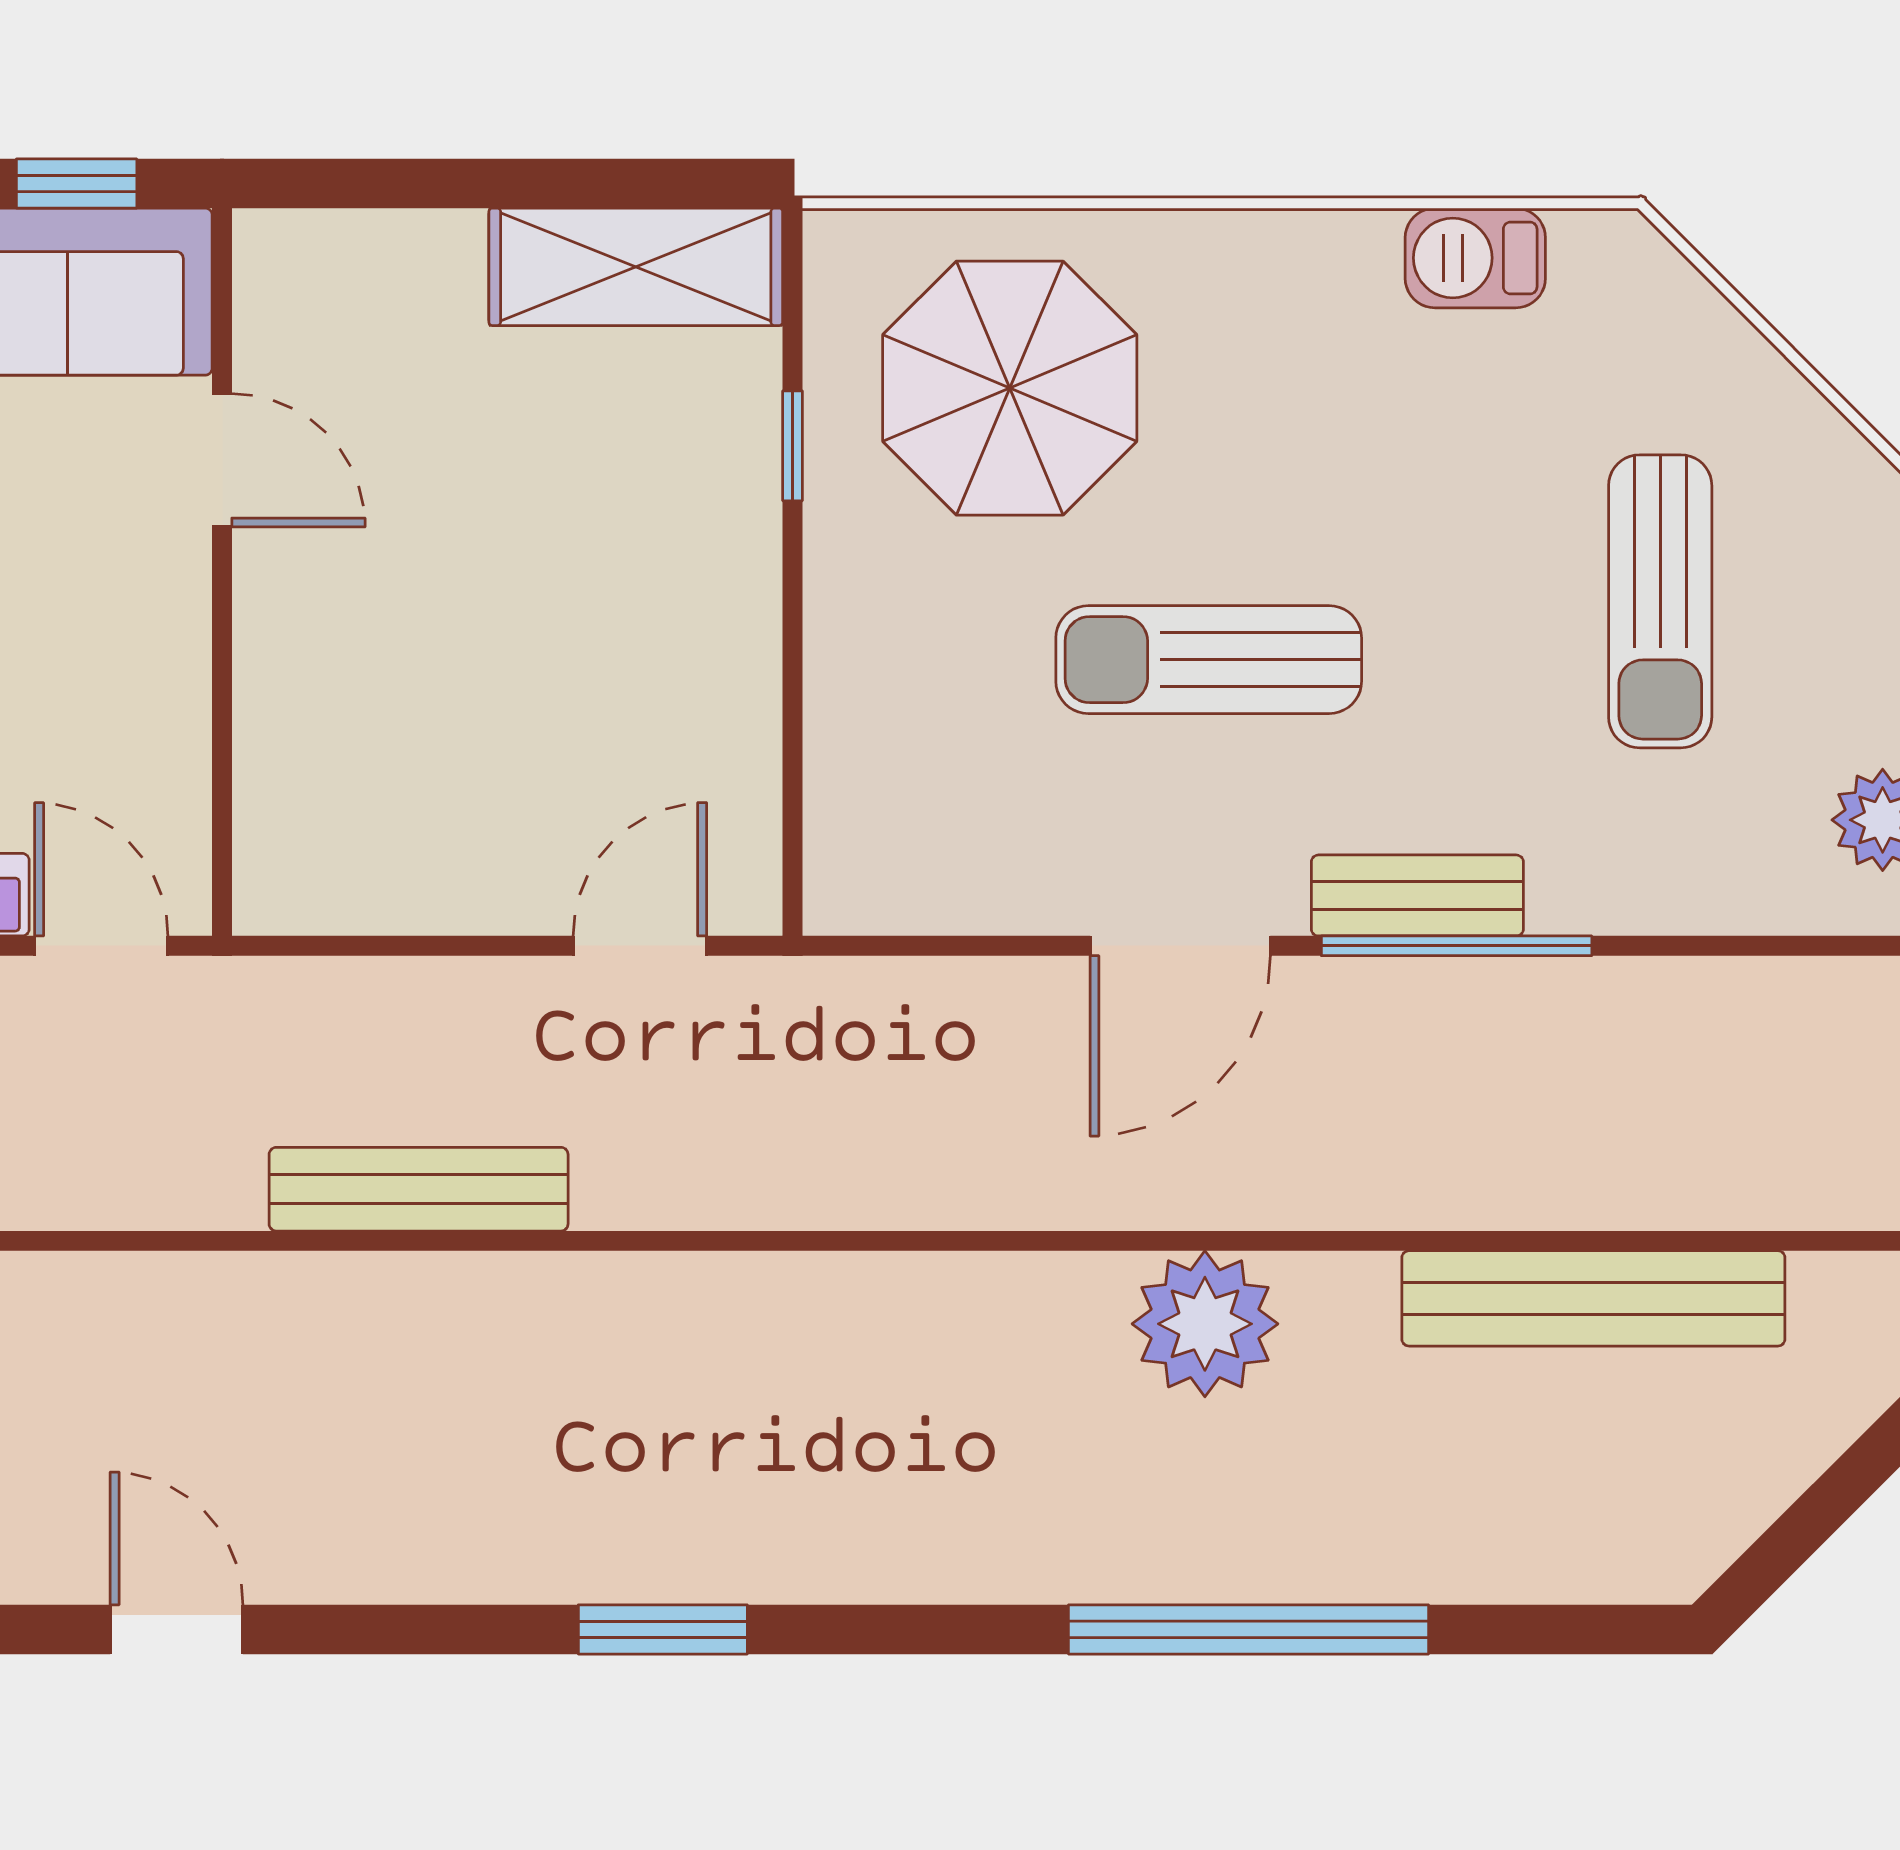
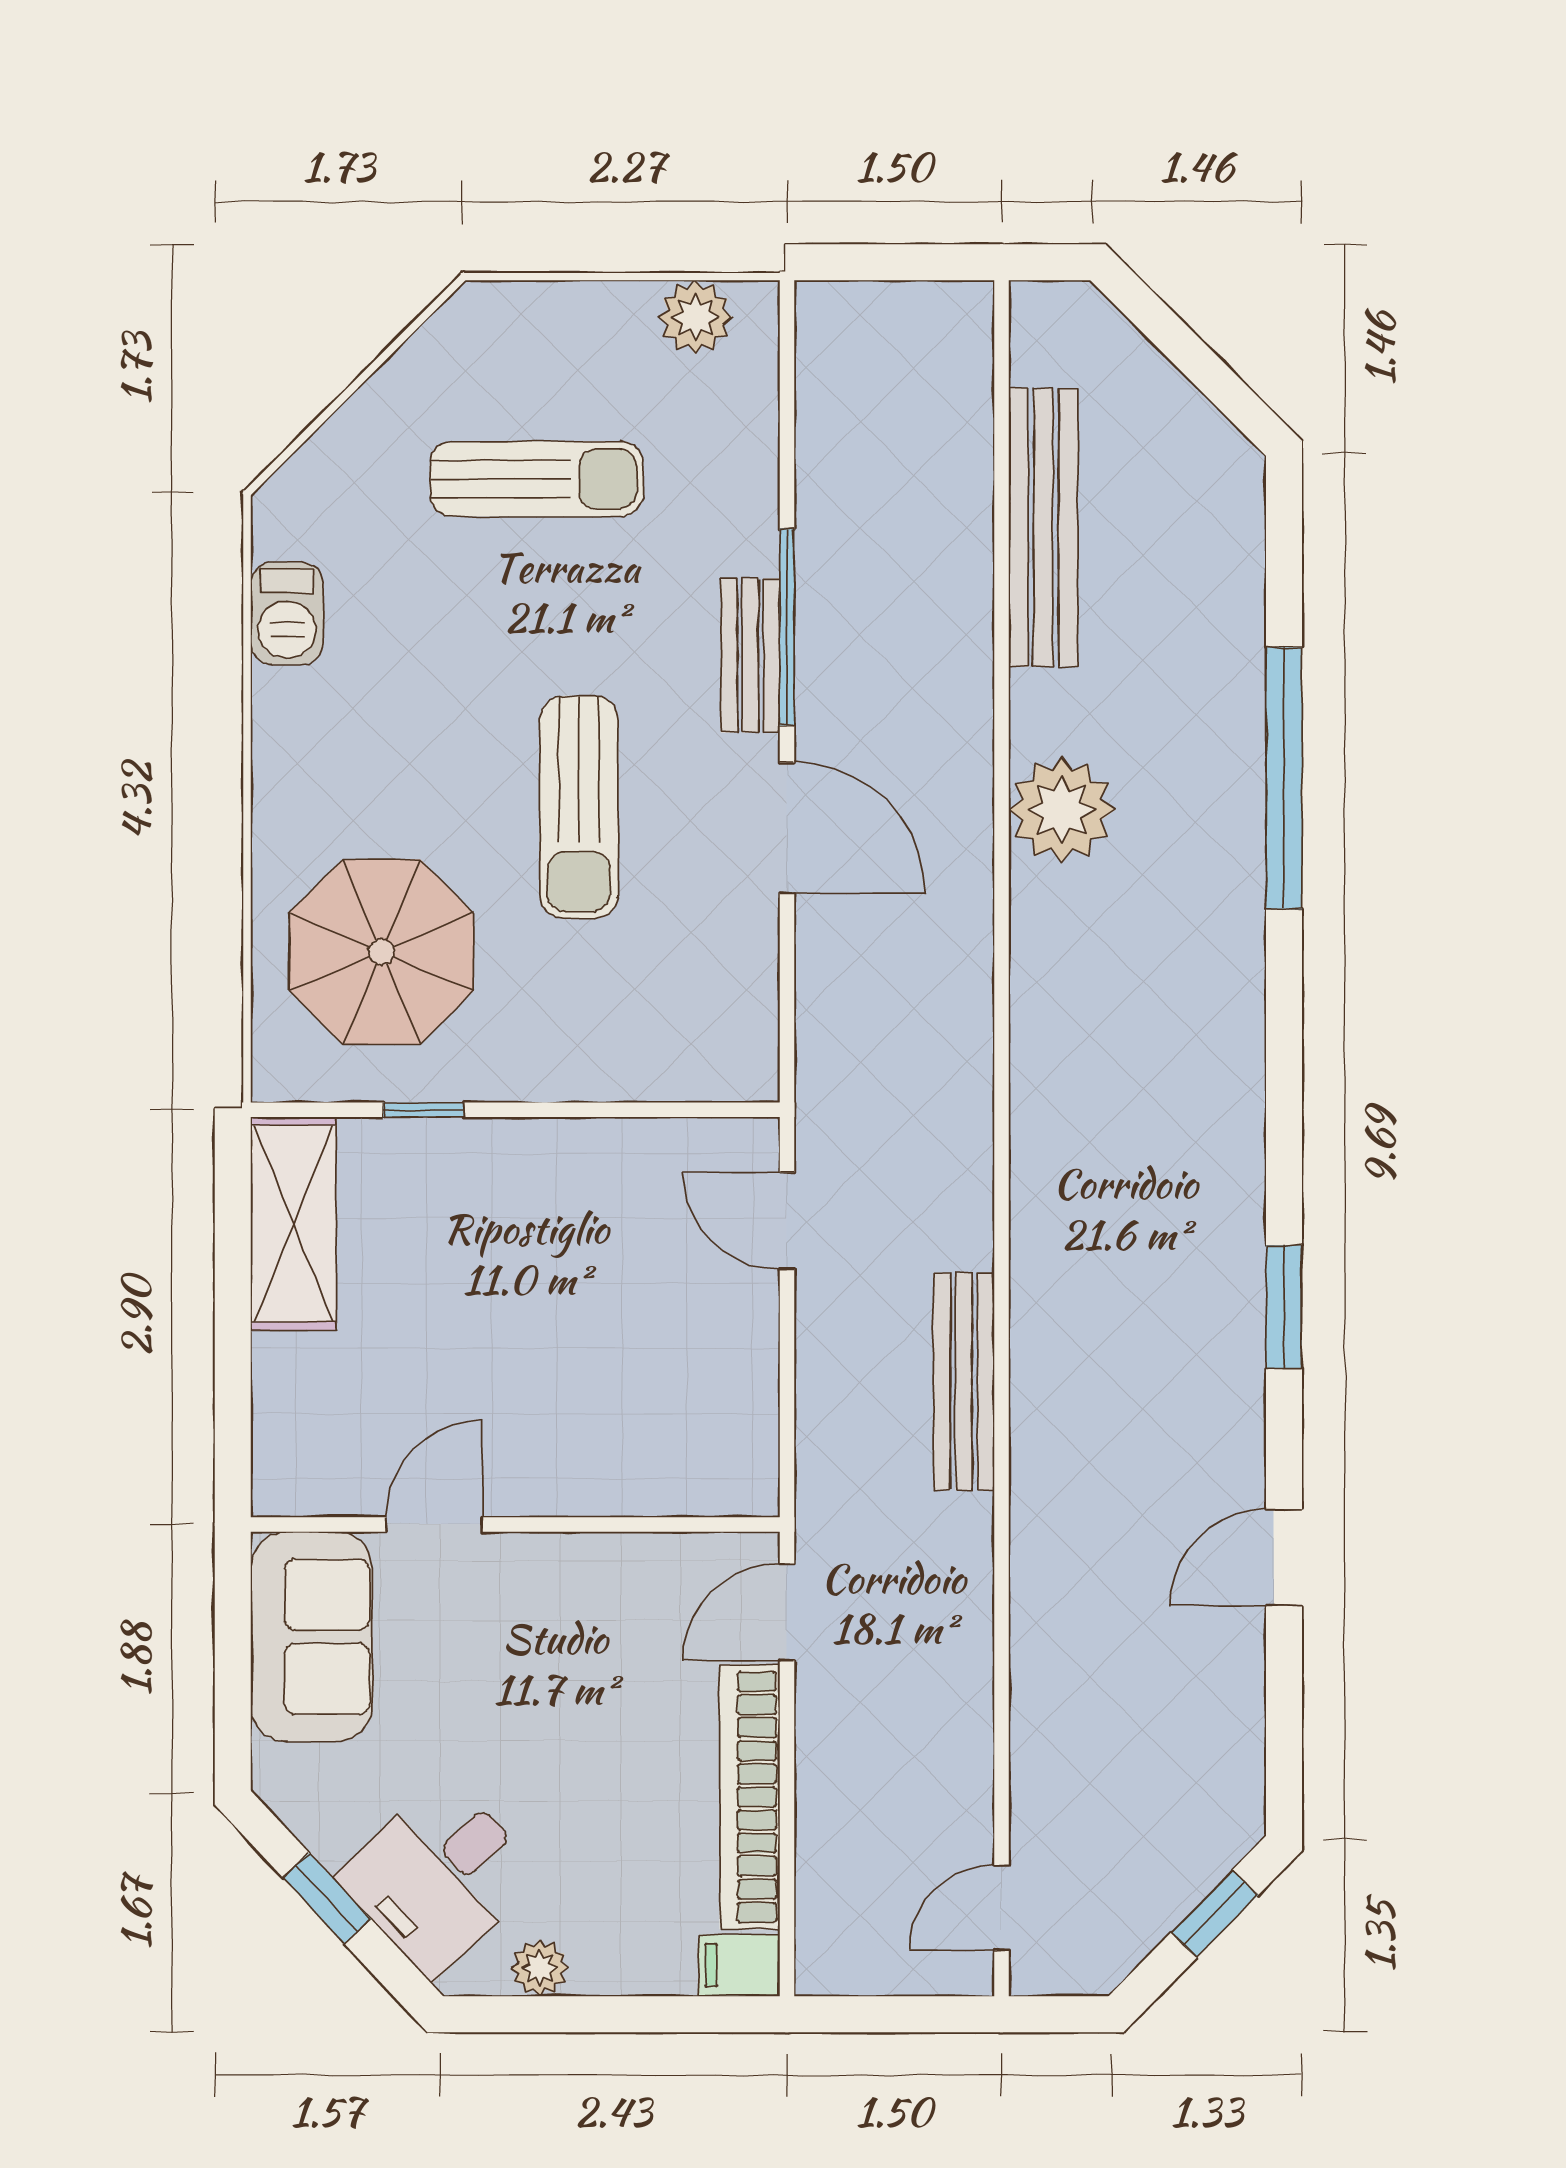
window: (77, 184) -> (233, 1630), removed
window: (663, 1629) -> (1284, 1307), moved

